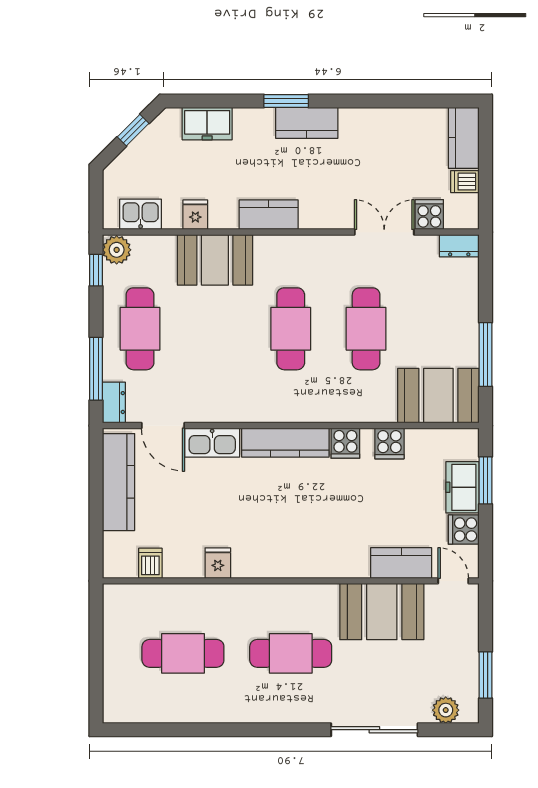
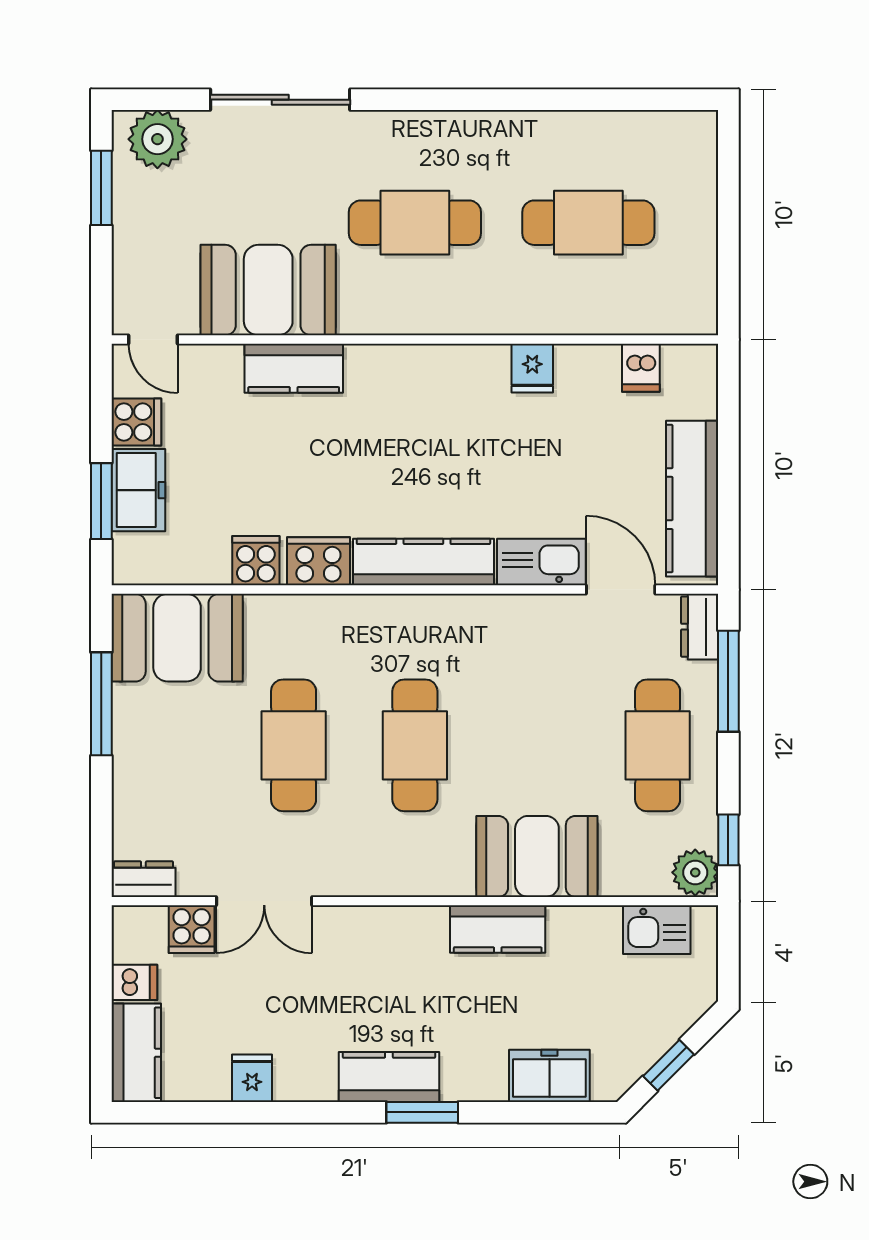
fridge: (195, 215) -> (252, 1078), moved, turned 180
kitchen counter: (269, 215) -> (498, 929), moved
cooker: (345, 443) -> (318, 561), width x1.36
kitchen counter: (401, 563) -> (294, 368), moved
plant: (446, 710) -> (157, 139), width x1.36, depth x1.36

